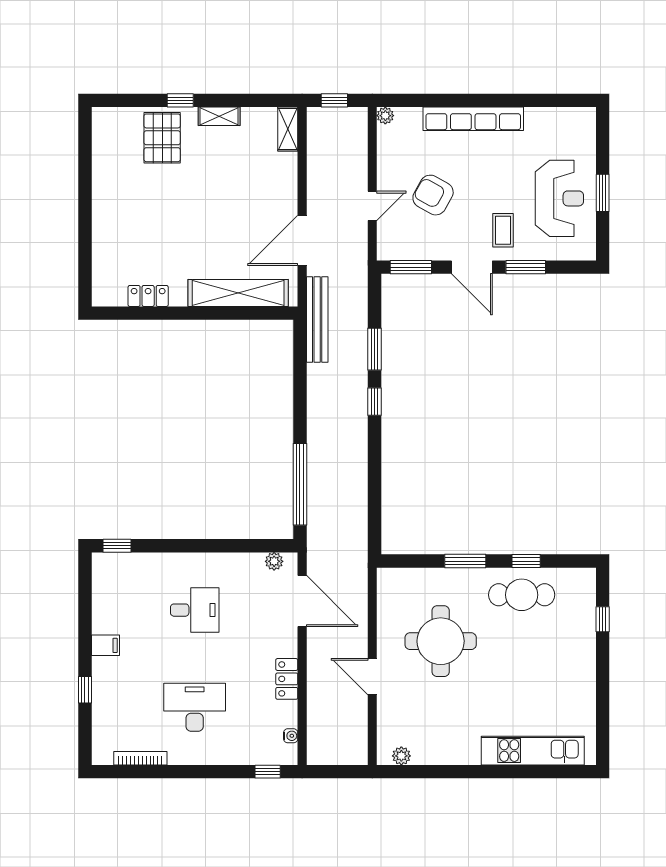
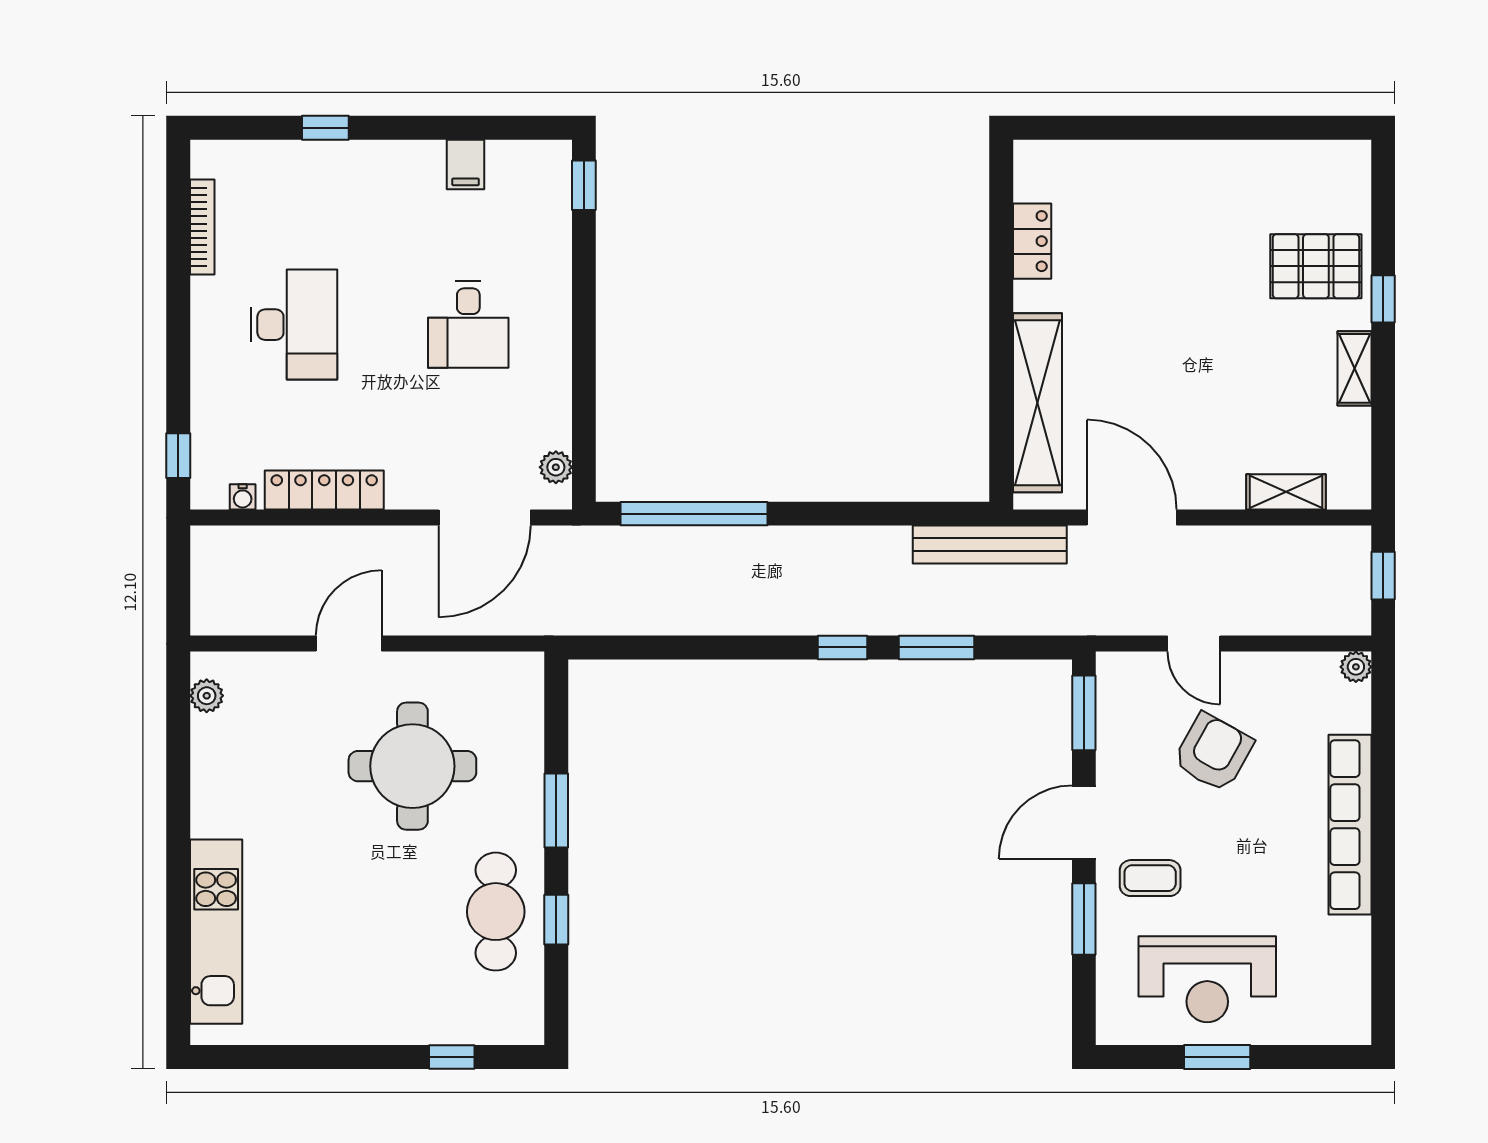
shelving: (288, 129) -> (1286, 492), moved
filing cabinet: (105, 645) -> (466, 164), moved
locker: (287, 679) -> (324, 490), width x1.53

